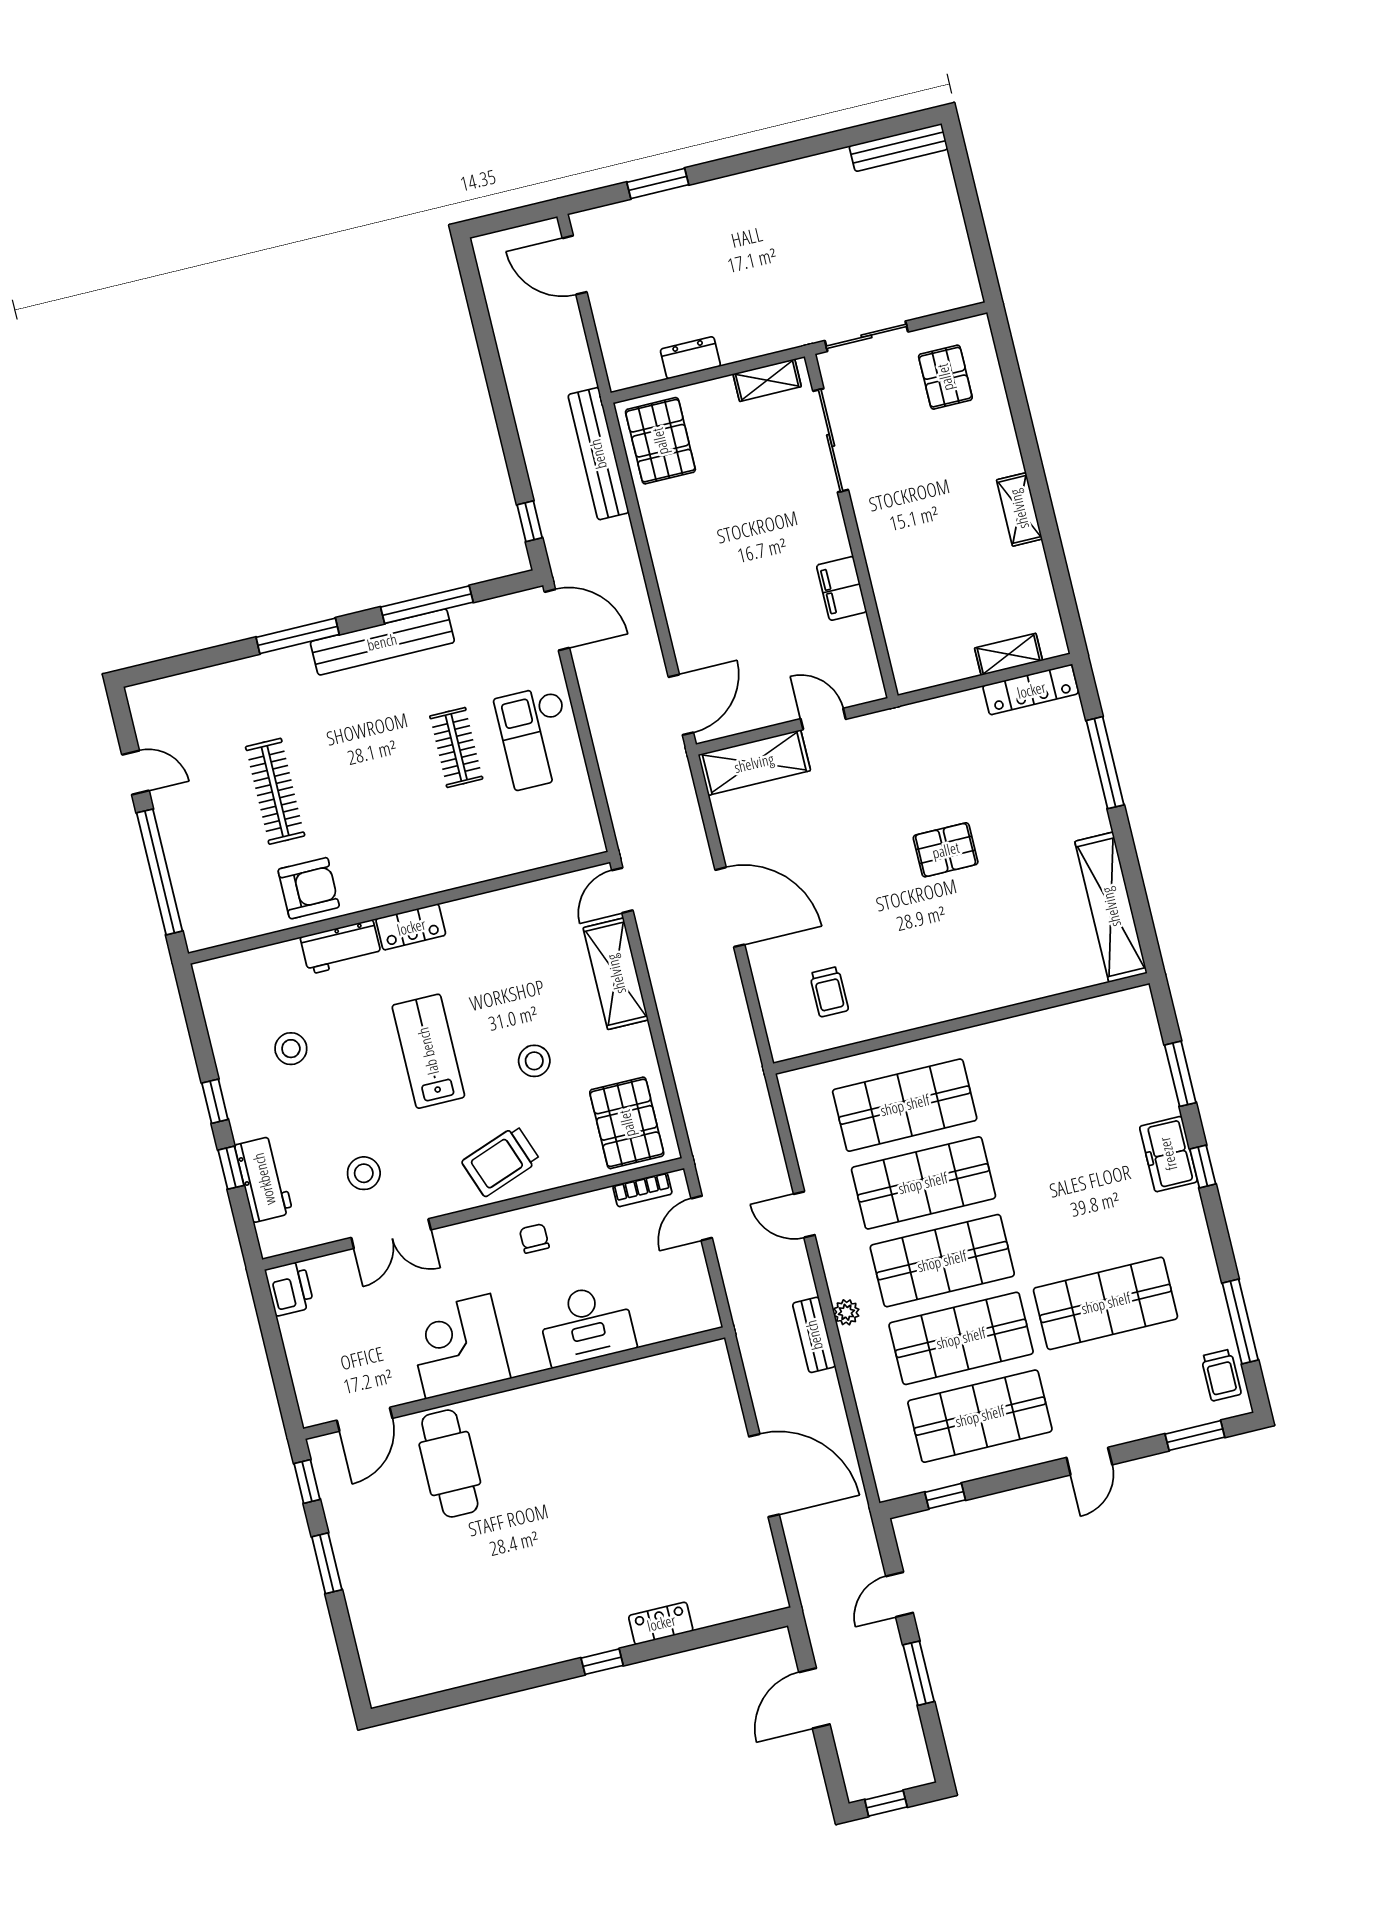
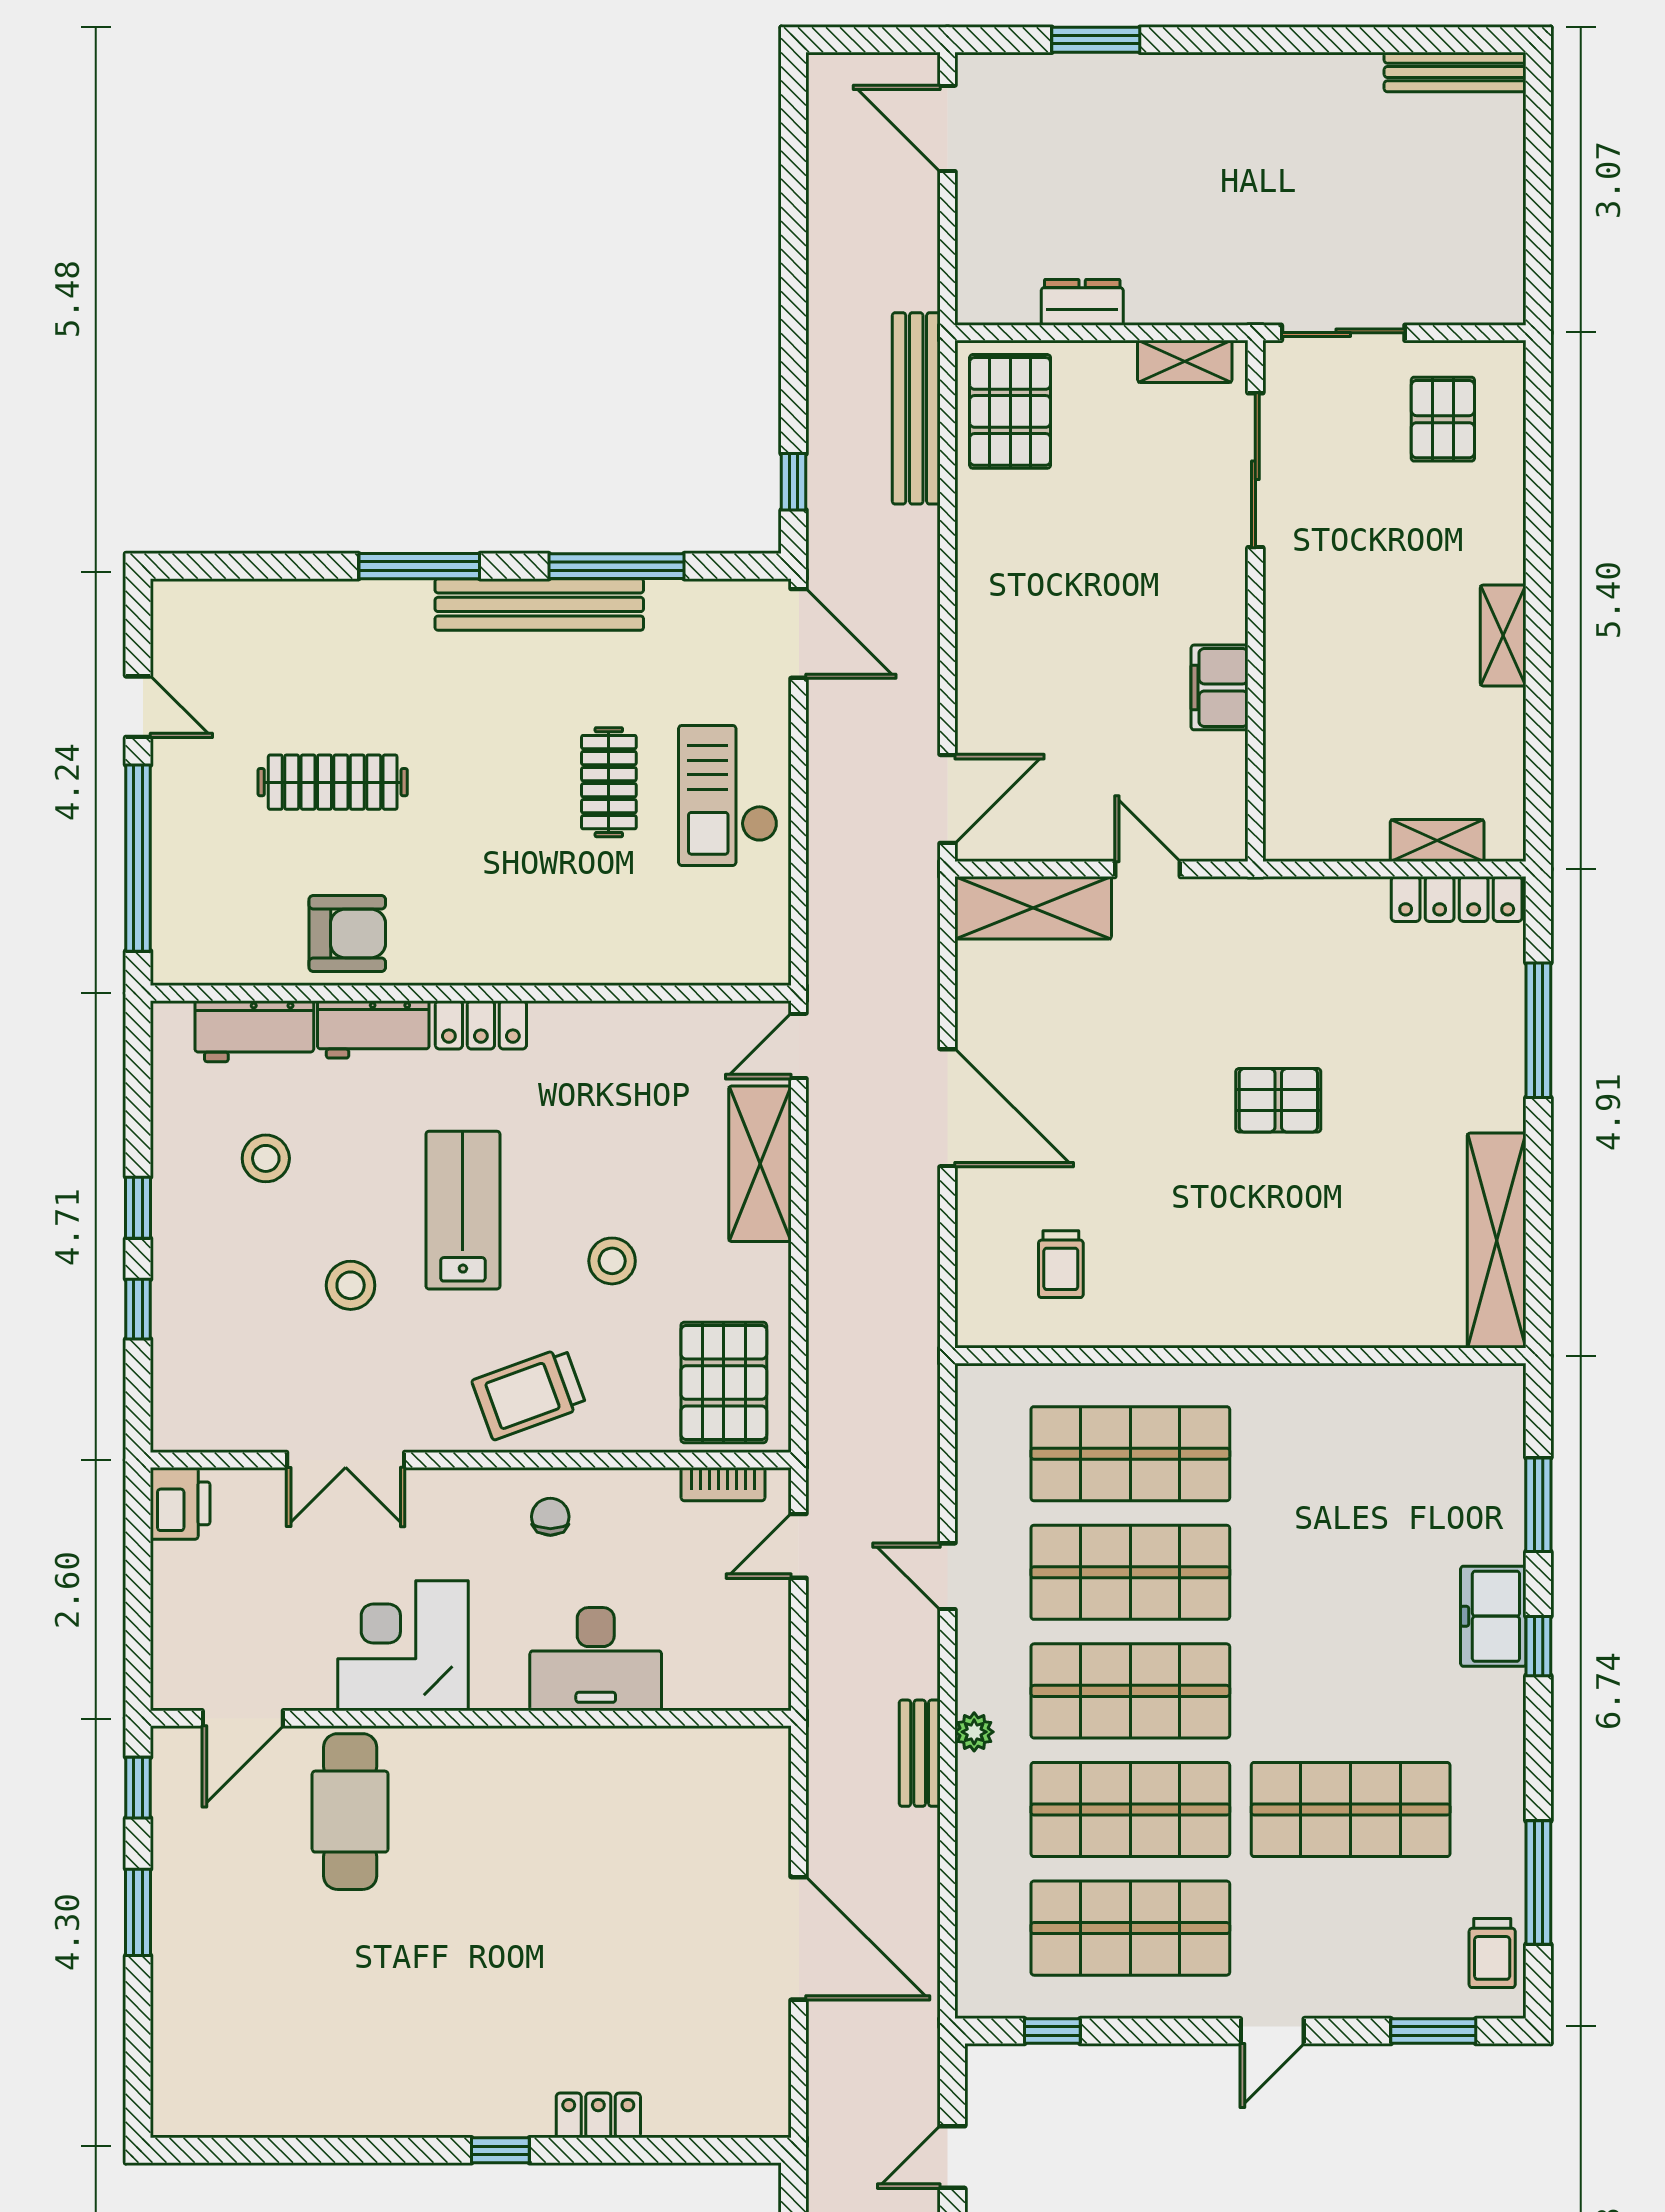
clothes rail: (275, 791) -> (333, 782), turned 90
stool: (364, 1173) -> (351, 1285), moved
workbench: (264, 1179) -> (254, 1031), moved, turned 90

